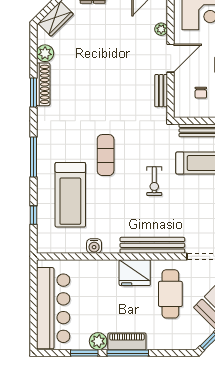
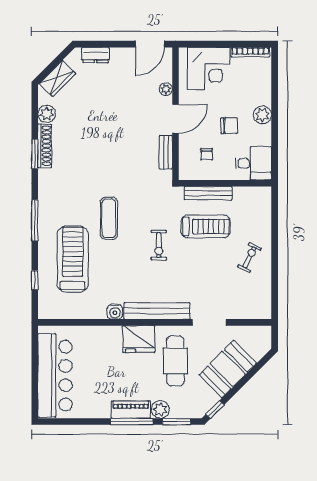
treadmill: (70, 195) -> (73, 259), turned 180
water cooler: (94, 246) -> (115, 312), moved
plant: (98, 341) -> (160, 409), moved
window: (84, 353) -> (177, 422), moved

